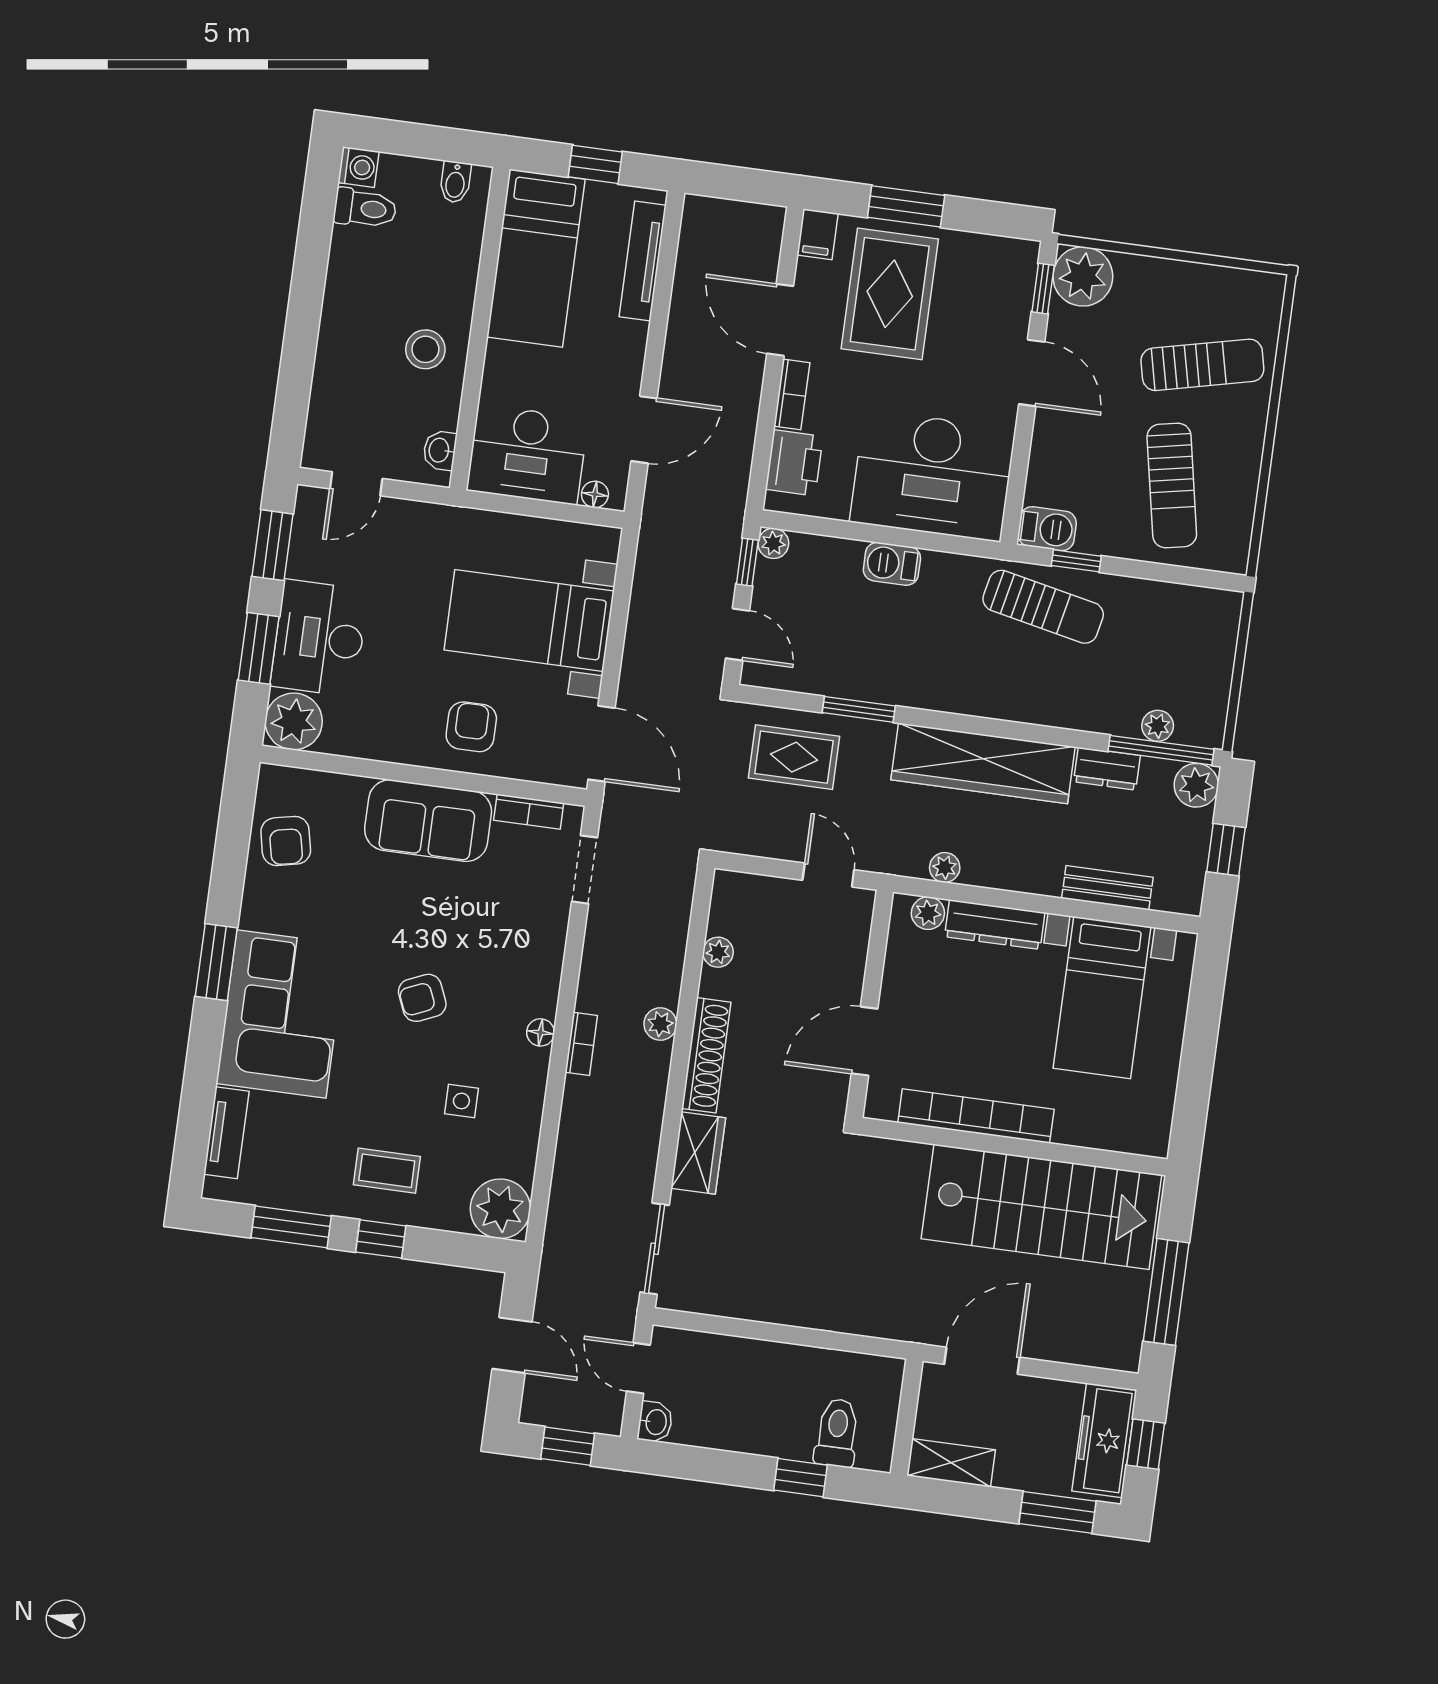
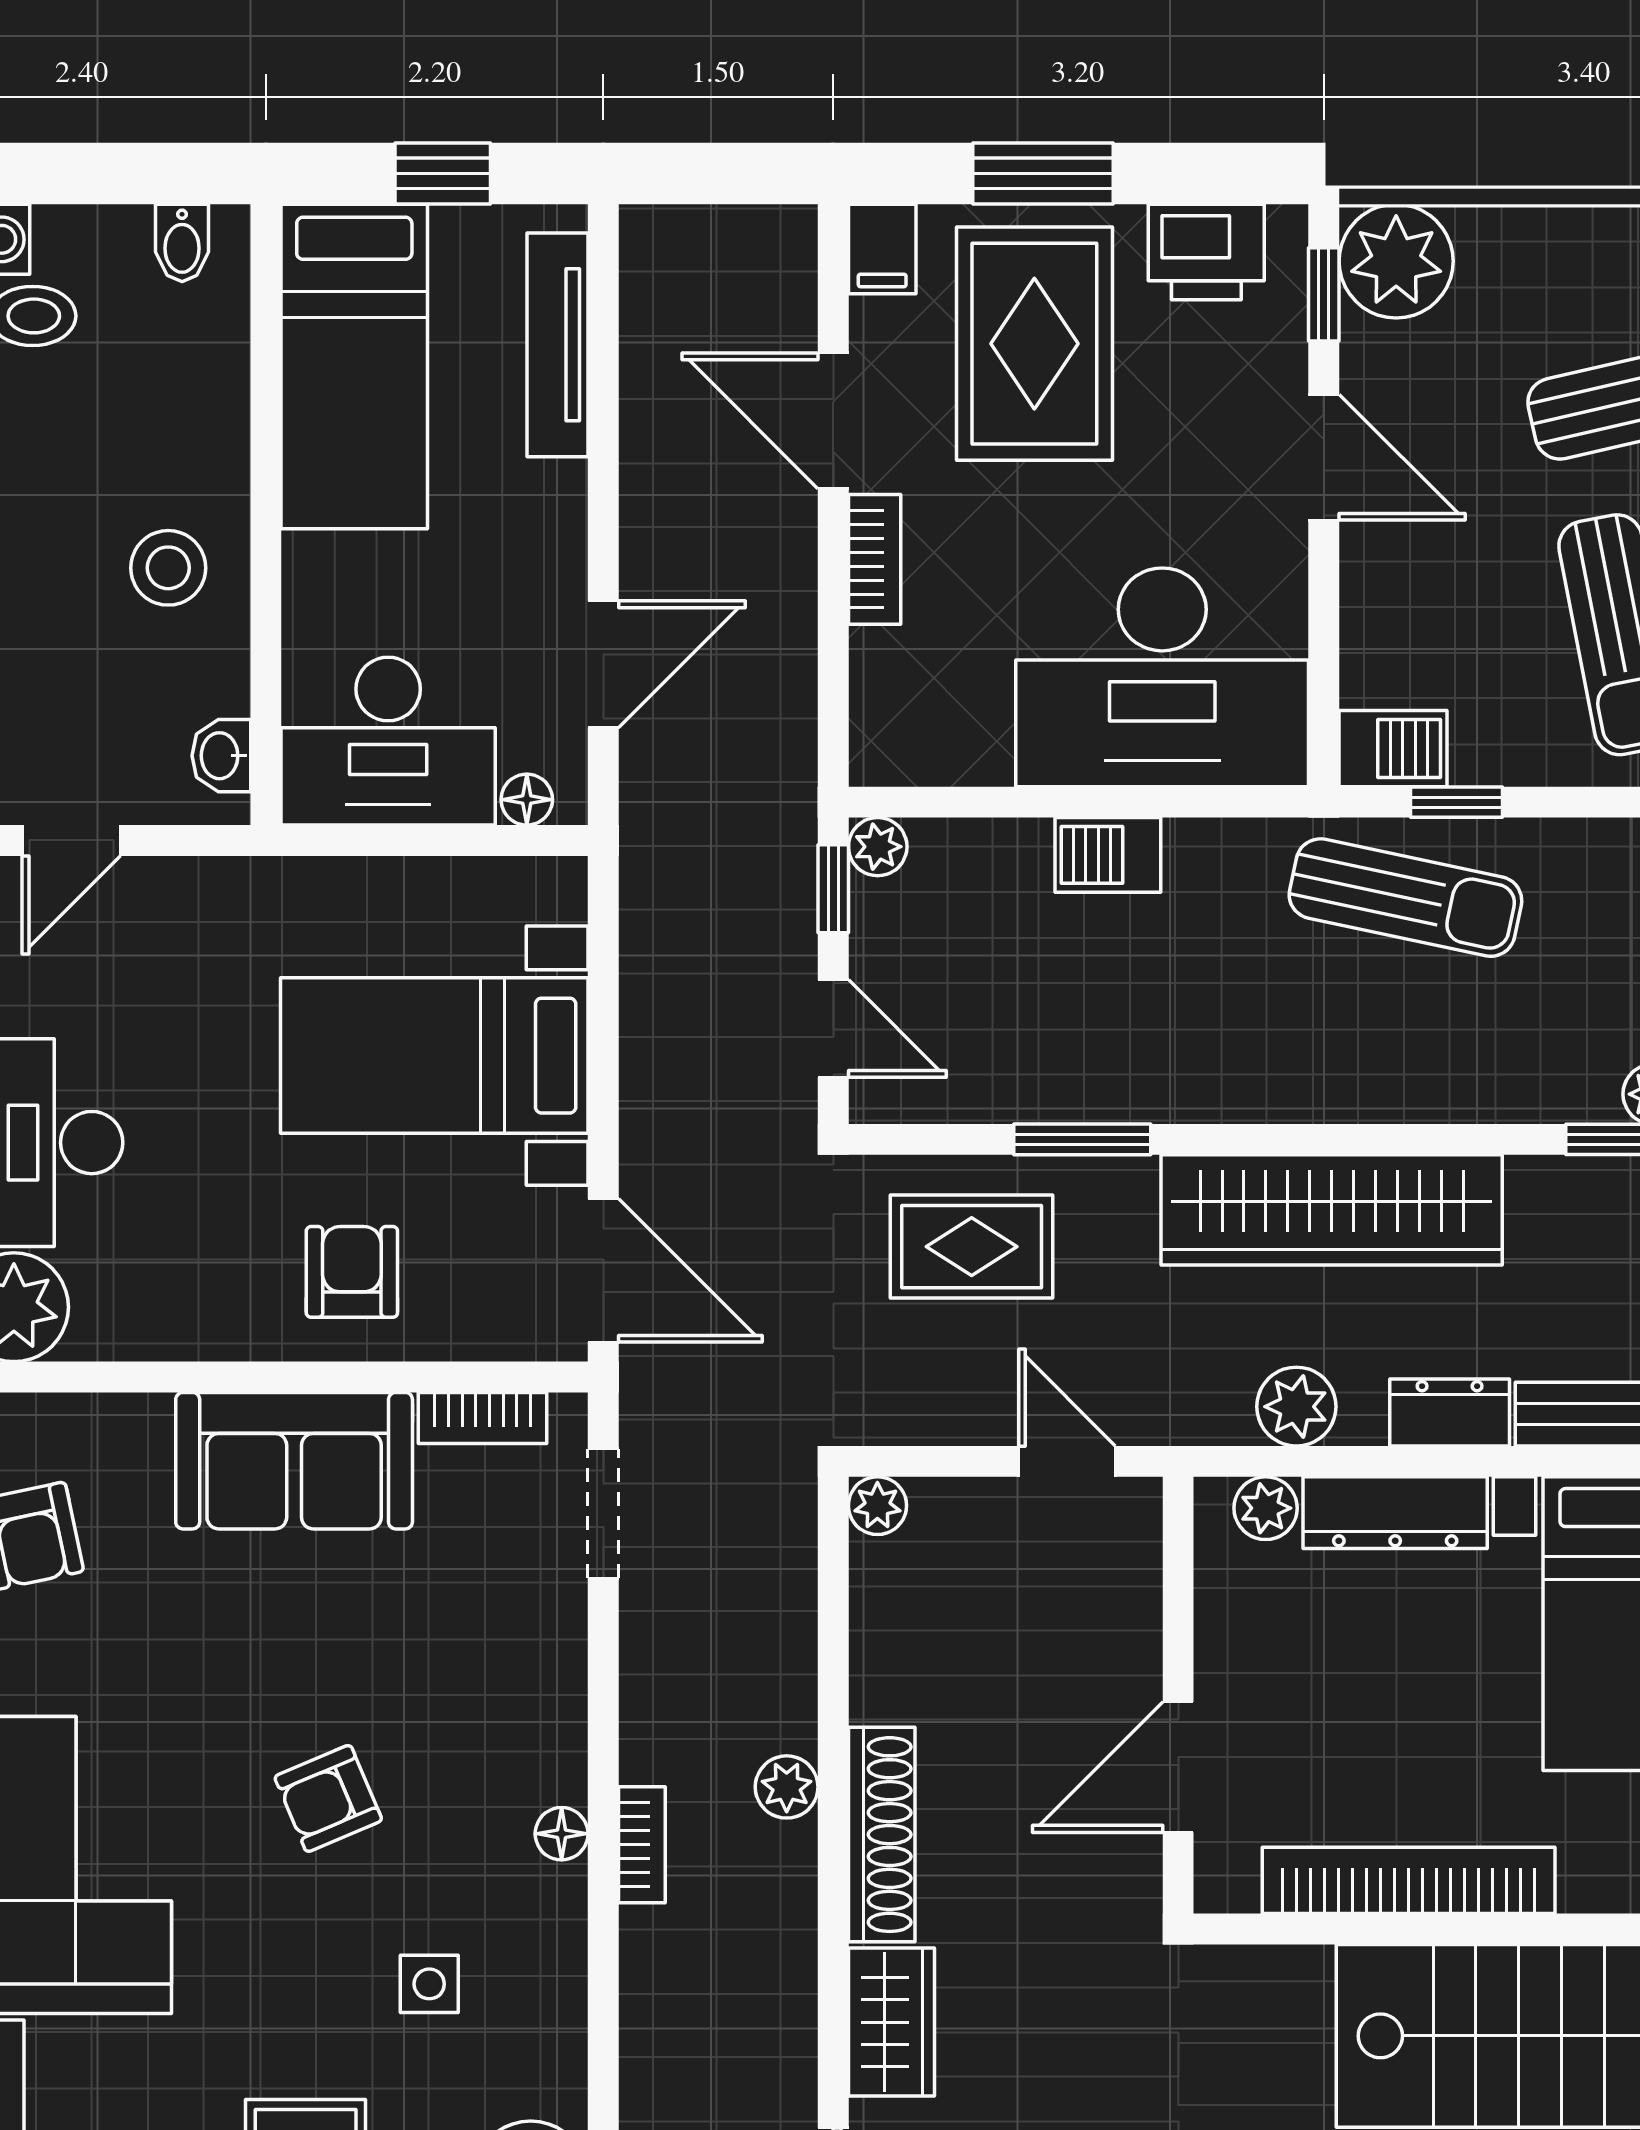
printer: (794, 463) -> (1206, 252), moved, turned 90
dresser: (1107, 769) -> (1450, 1412), moved, turned 180
plant: (945, 867) -> (1296, 1407), width x1.38, depth x1.38
plant: (718, 952) -> (877, 1506), moved

